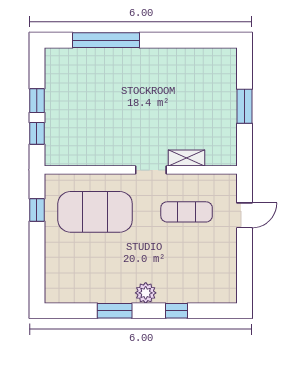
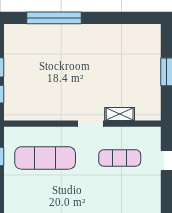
exercise mat: (95, 212) -> (45, 158), width x0.68

